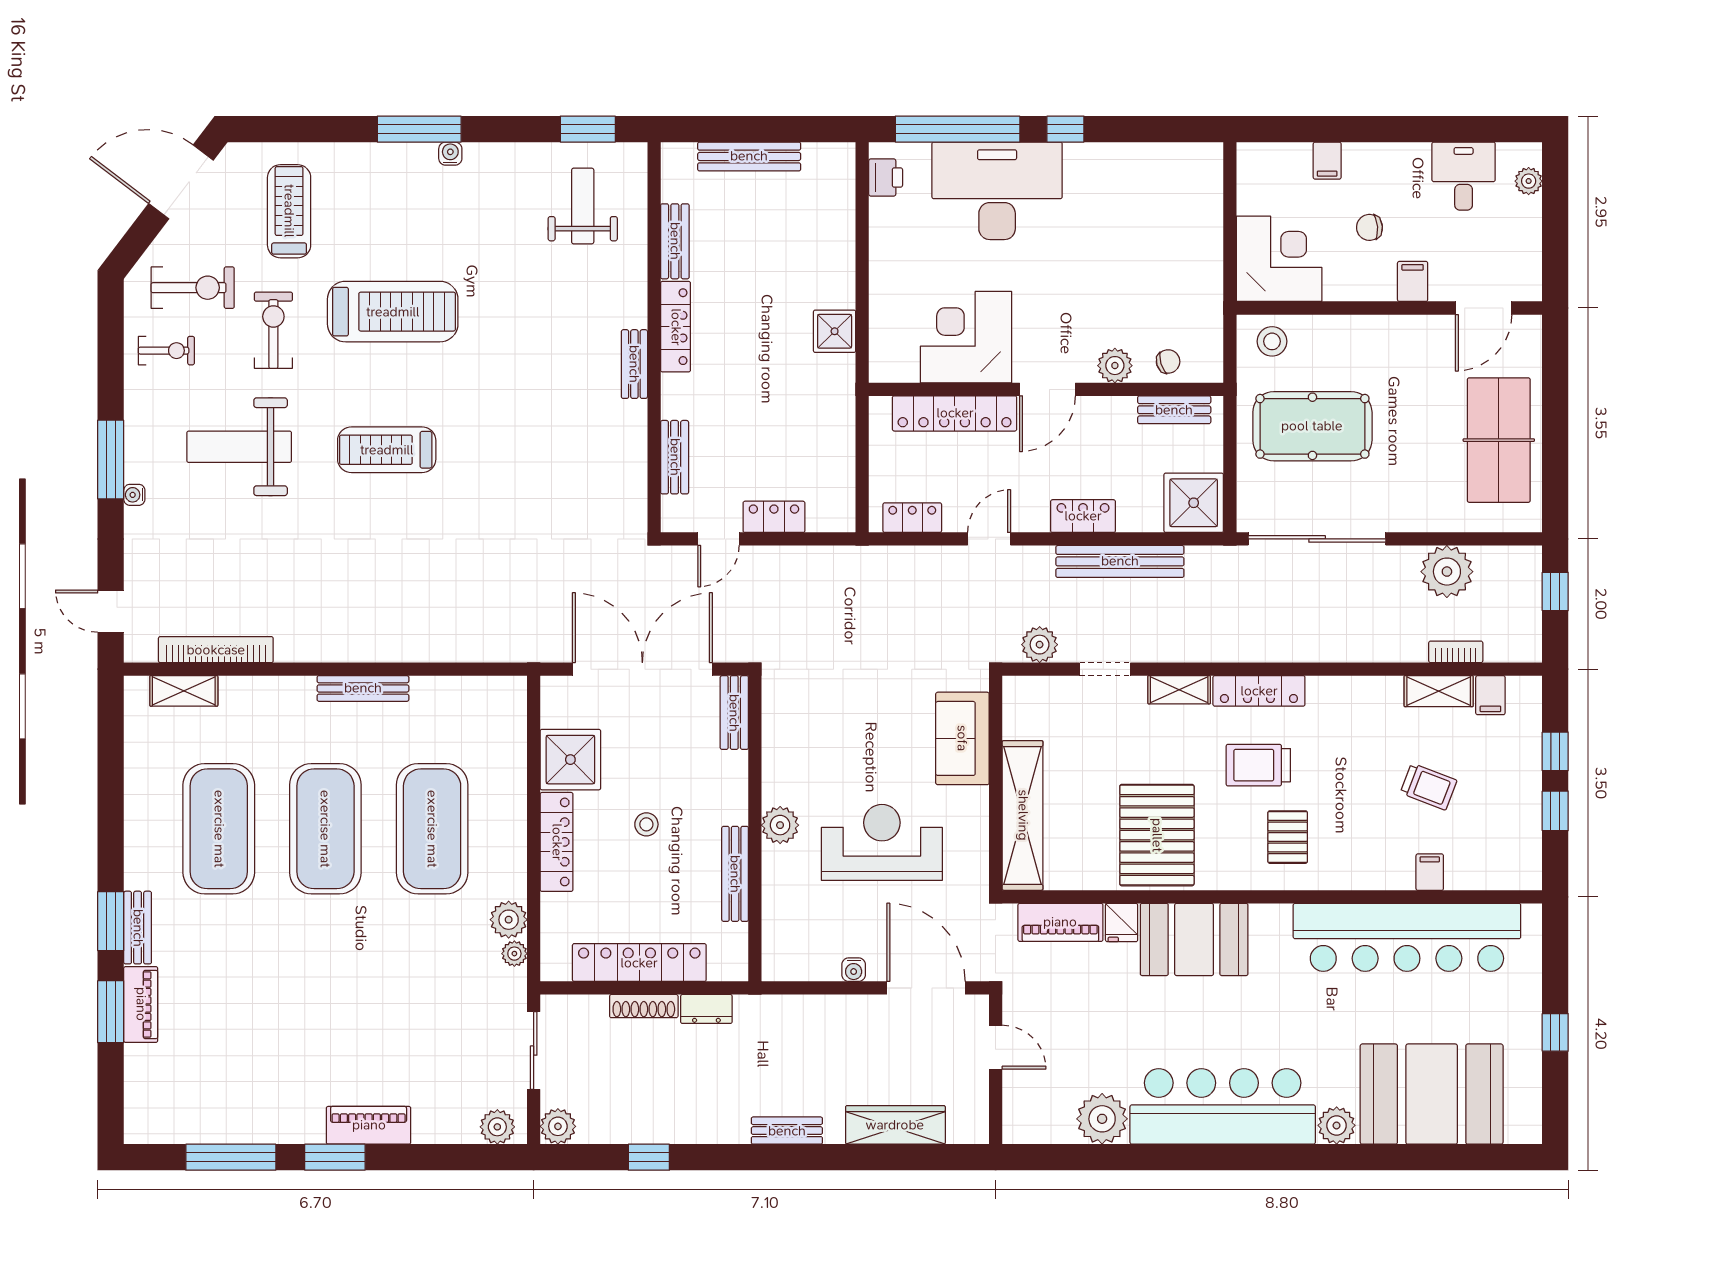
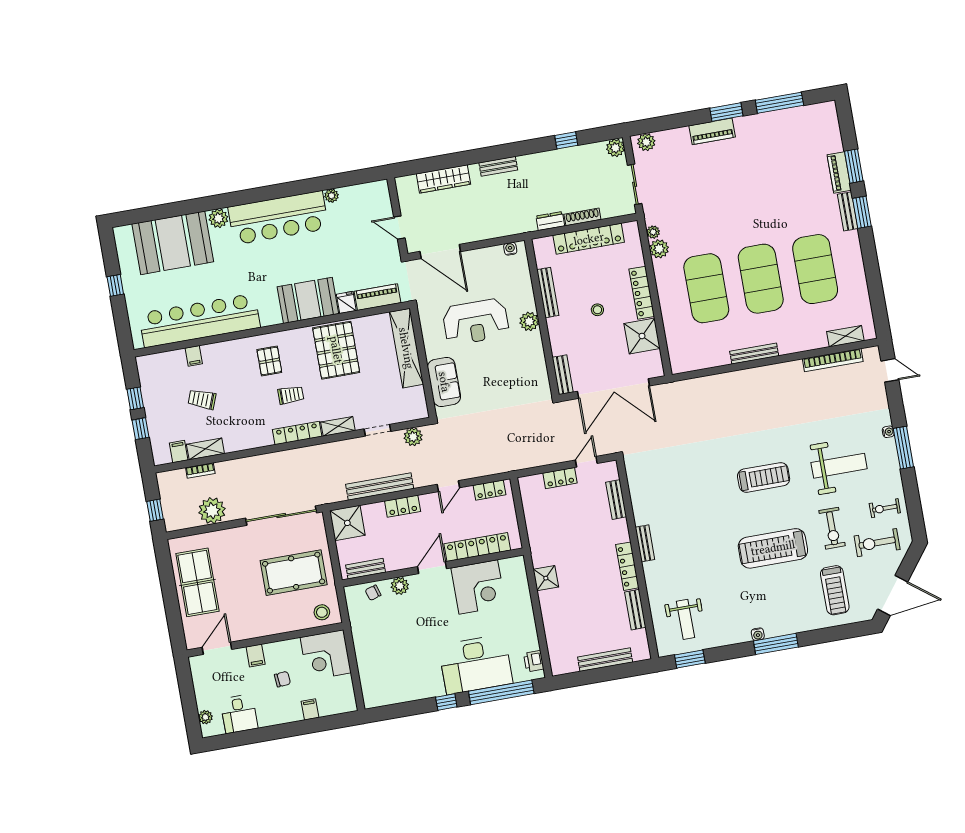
trolley: (1258, 765) -> (291, 395), width x0.73, depth x0.72
water cooler: (854, 970) -> (510, 249), moved
plant: (1102, 1119) -> (332, 196), width x0.53, depth x0.53

